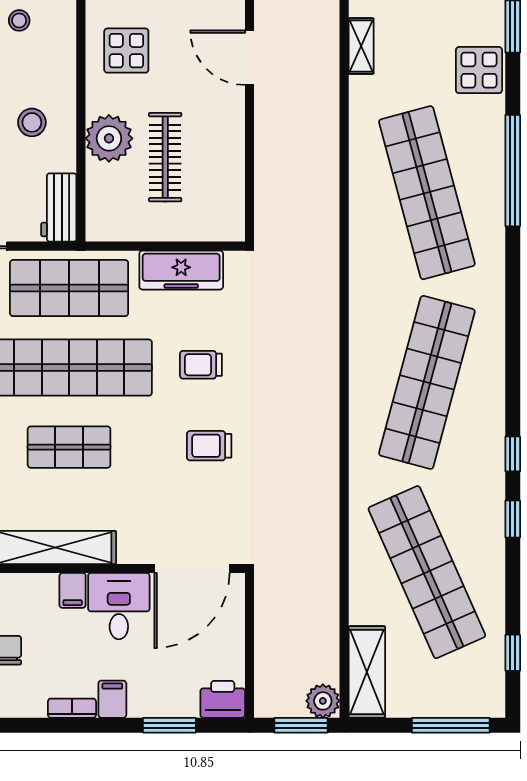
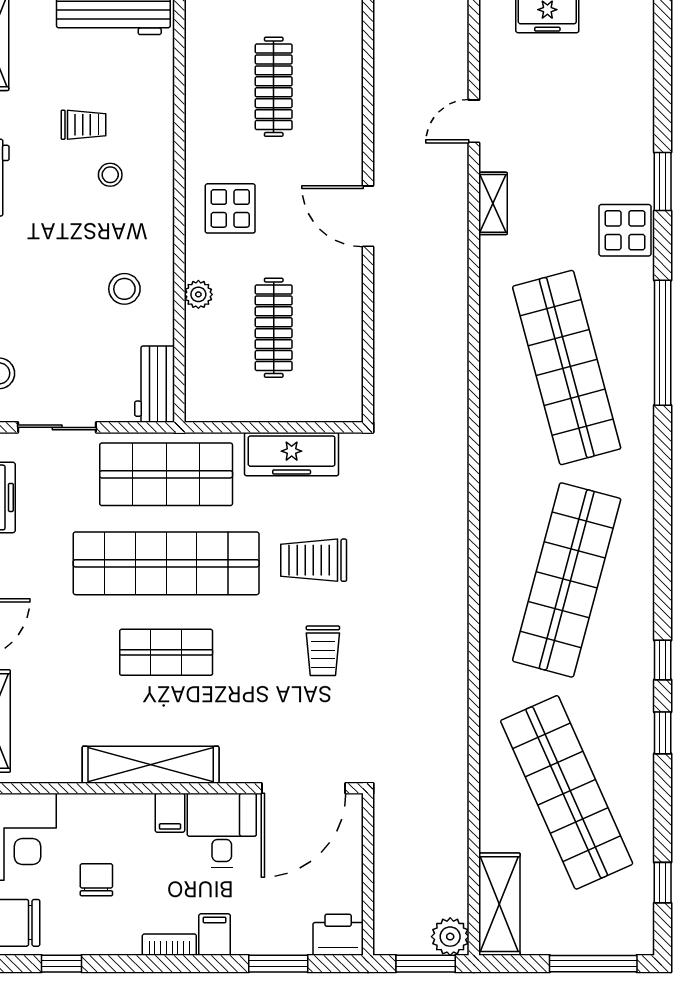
plant: (109, 138) -> (198, 294), width x0.53, depth x0.53
trolley: (201, 365) -> (314, 560), width x1.36, depth x1.39
trolley: (209, 446) -> (323, 651), turned -90

